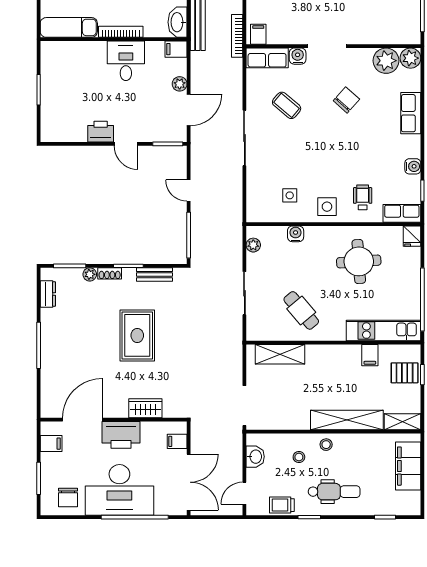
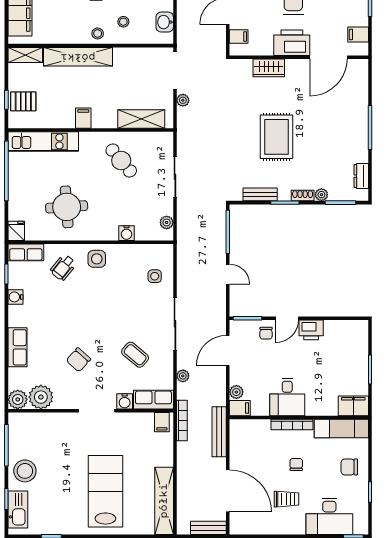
washbasin: (178, 22) -> (238, 434), removed
filing cabinet: (56, 51) -> (353, 406), added
plant: (236, 83) -> (183, 376), added
plant: (180, 84) -> (236, 392), moved
chair: (148, 128) -> (266, 333), added
door: (126, 144) -> (287, 318), swing flipped
side table: (290, 195) -> (155, 276), moved
wheelchair: (363, 197) -> (63, 268), turned 39
filing cabinet: (370, 355) -> (83, 118), moved
plant: (236, 374) -> (183, 100), added

